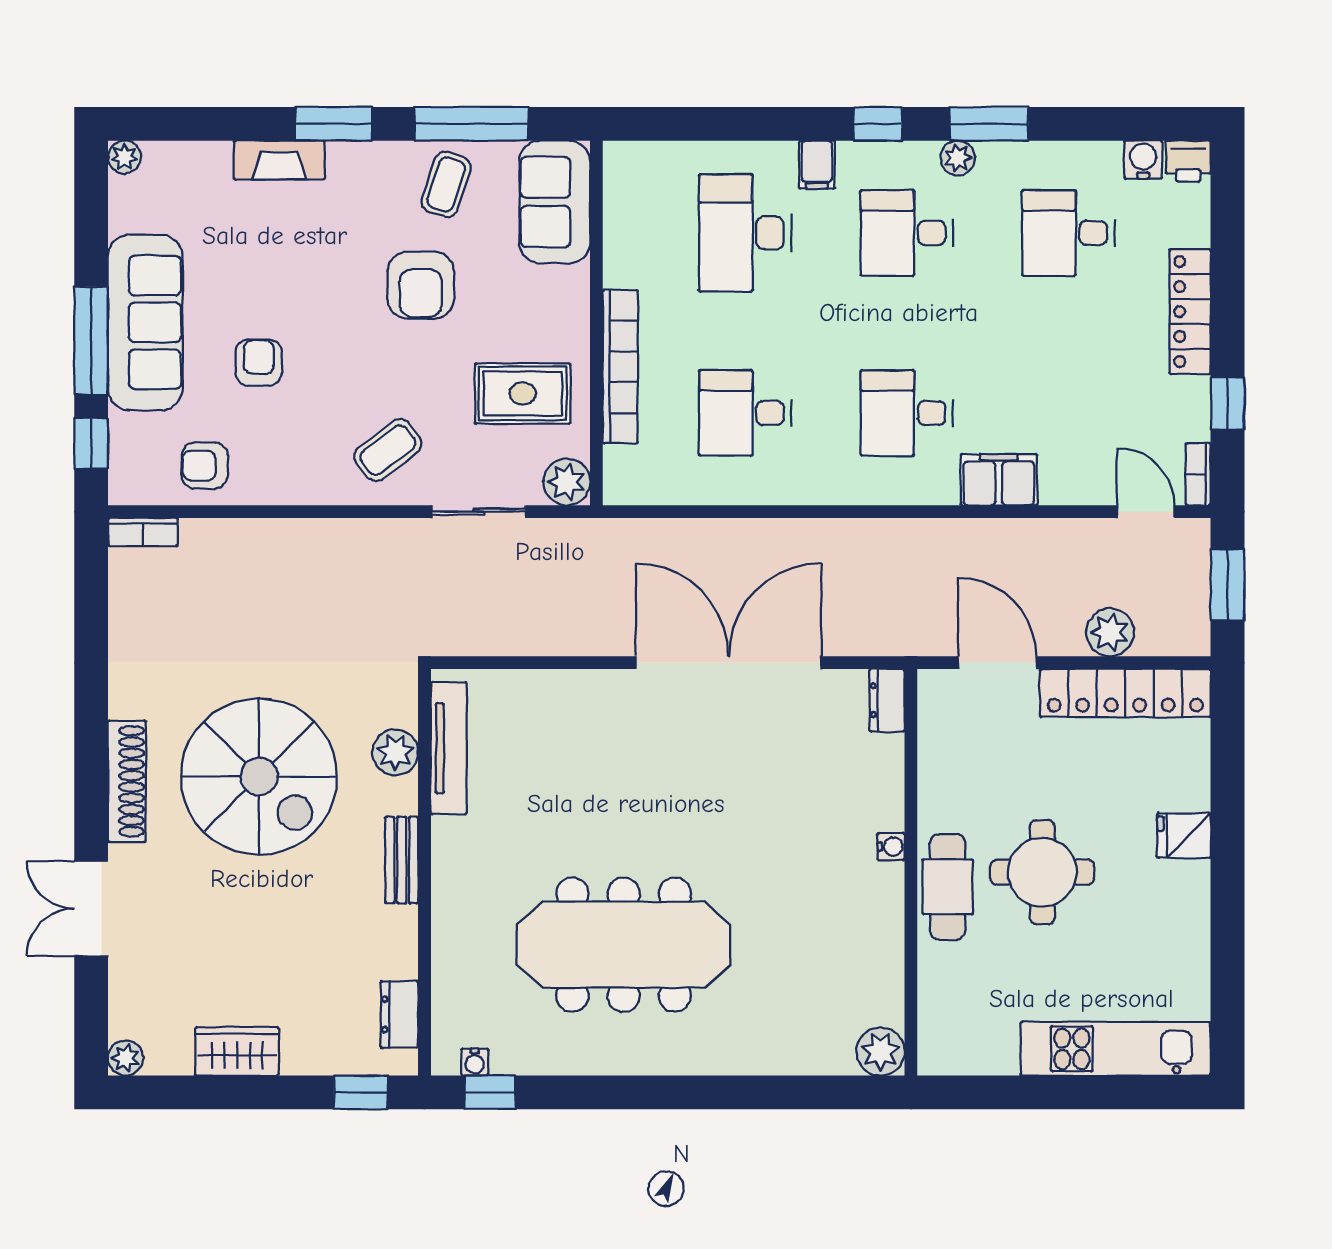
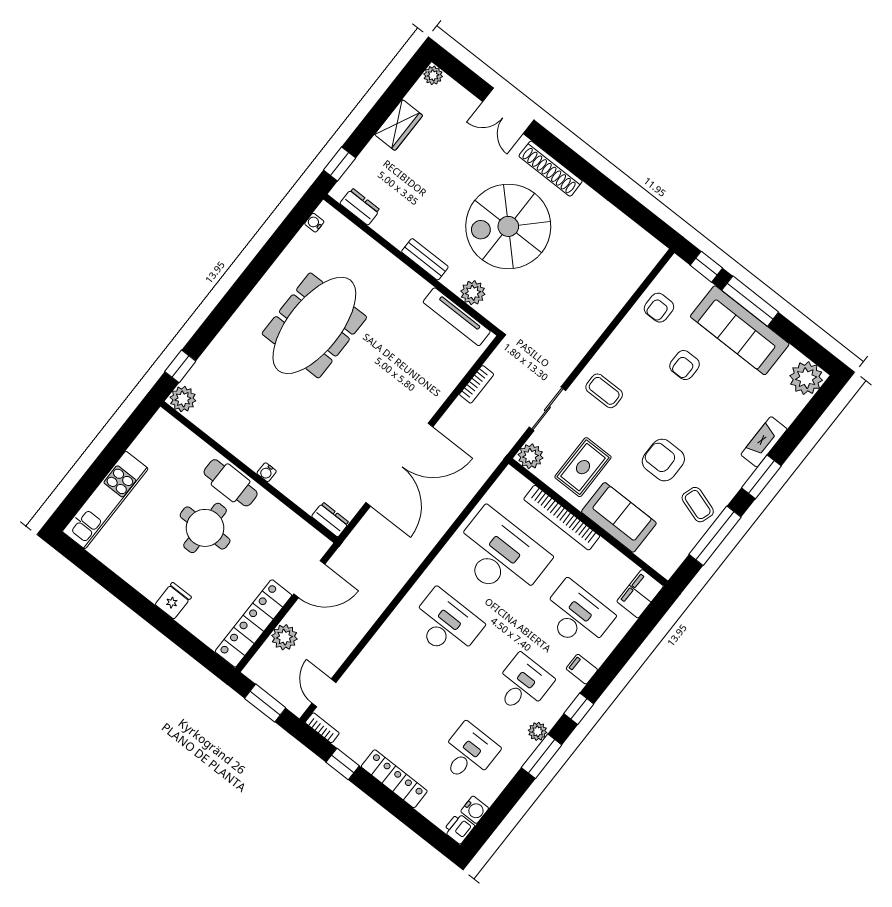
plant: (124, 157) -> (806, 378), width x1.88, depth x1.88
sofa: (555, 202) -> (619, 517), moved
armchair: (259, 363) -> (685, 365), turned 90
desk: (745, 413) -> (500, 555), width x1.87, depth x1.30
desk: (907, 413) -> (446, 624), width x1.37
coffee table: (388, 450) -> (604, 391), turned -53
armchair: (205, 465) -> (659, 308), turned 180
filing cabinet: (999, 480) -> (640, 594), moved, turned 180
door: (1146, 512) -> (324, 693), swing flipped
bookcase: (143, 532) -> (477, 384), moved, turned 180
double door: (91, 909) -> (508, 111), swing flipped
window: (490, 1092) -> (180, 366), moved

